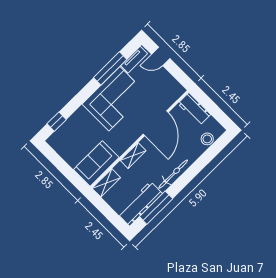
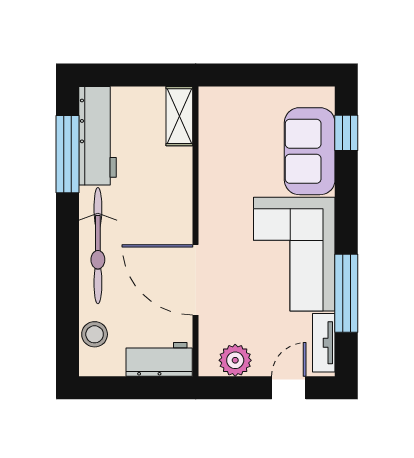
plant: (169, 83) -> (235, 360), added
shelving: (133, 156) -> (181, 197), removed
sofa: (96, 164) -> (310, 151), moved, turned 180
bicycle: (173, 174) -> (98, 246), width x1.37, depth x1.40

